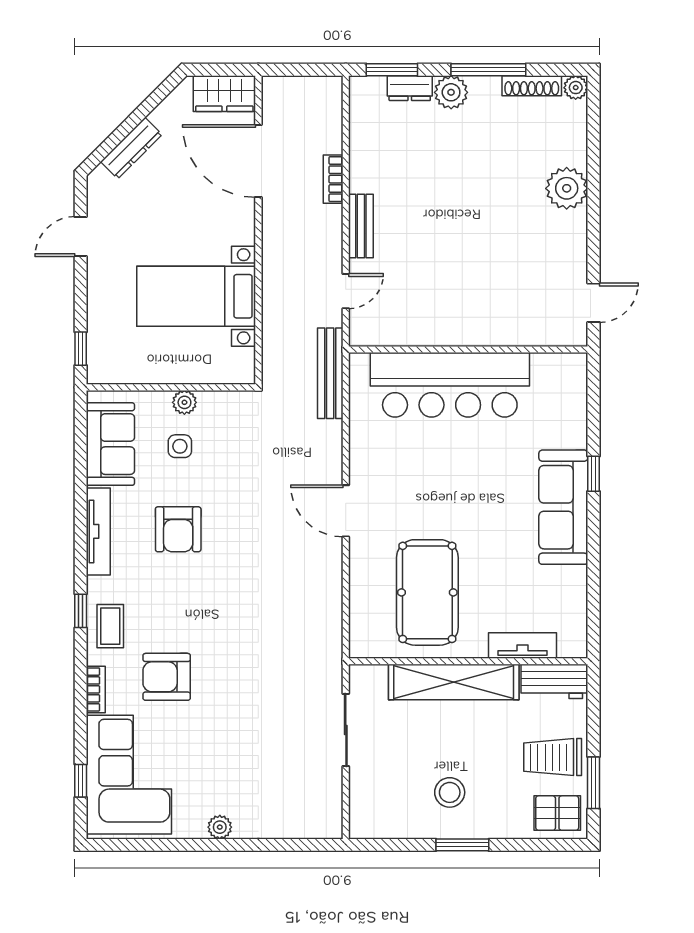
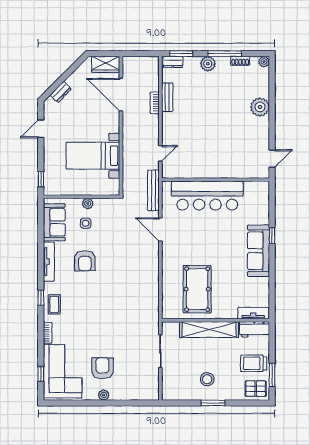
shoe rack: (532, 86) -> (240, 61), width x0.70
dresser: (410, 88) -> (173, 62), moved
dresser: (131, 148) -> (61, 92), width x0.70
bench: (361, 226) -> (167, 97), moved
door: (346, 511) -> (160, 230), moved
tv unit: (522, 645) -> (253, 313), moved
armchair: (167, 677) -> (102, 368), moved, turned 90

